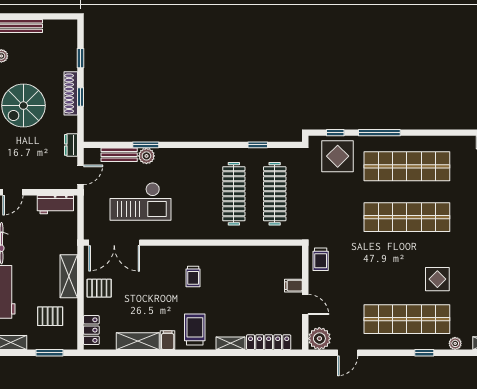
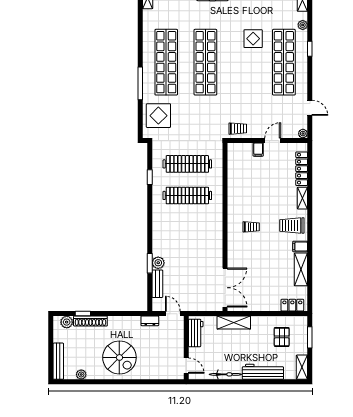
plant: (69, 37) -> (67, 322), added
shoe rack: (71, 93) -> (90, 321), moved
window: (80, 97) -> (113, 314), removed
window: (335, 133) -> (140, 117), removed
checkout: (140, 201) -> (193, 267), removed
shelving: (69, 276) -> (234, 323), moved
pallet: (99, 288) -> (260, 299), removed
plant: (319, 339) -> (303, 134), width x0.53, depth x0.53

